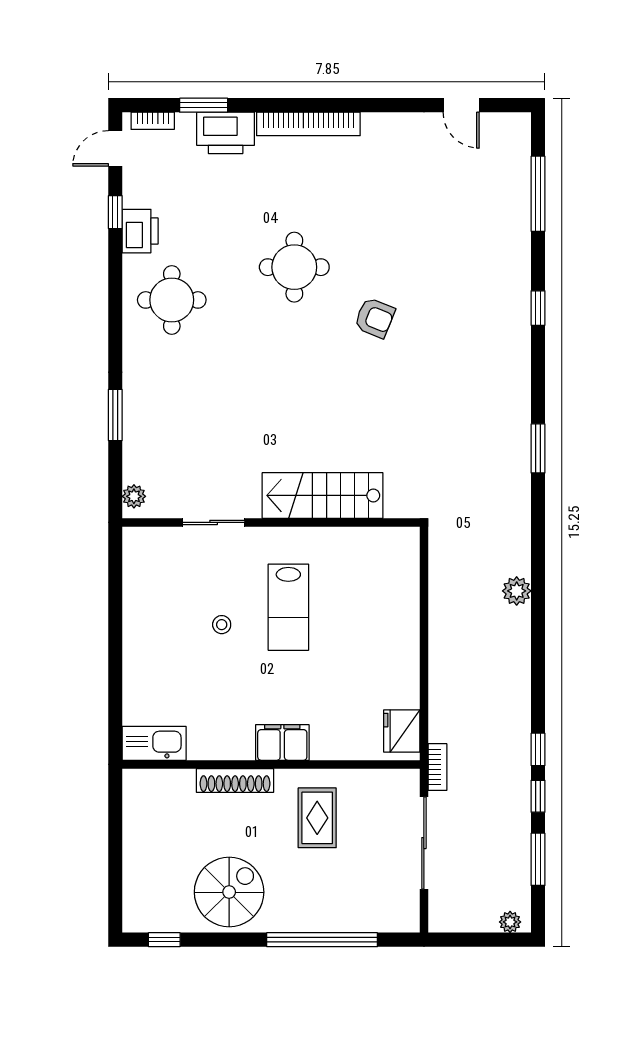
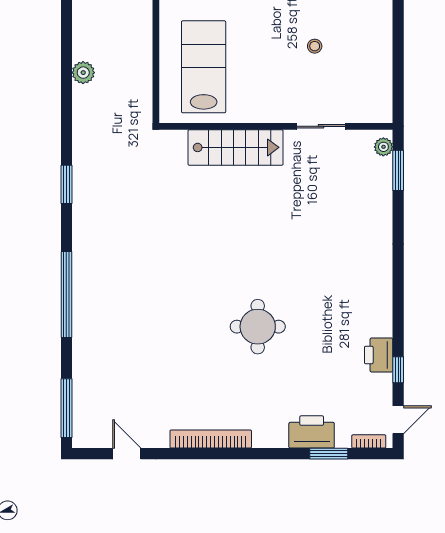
bookcase: (308, 124) -> (211, 439), moved
window: (538, 194) -> (66, 408), moved
round table: (172, 300) -> (354, 301), removed
window: (538, 308) -> (66, 295), width x3.17
armchair: (375, 318) -> (195, 287), removed
window: (115, 415) -> (398, 170), moved
lab bench: (288, 607) -> (204, 67), moved, width x1.36, depth x1.39

